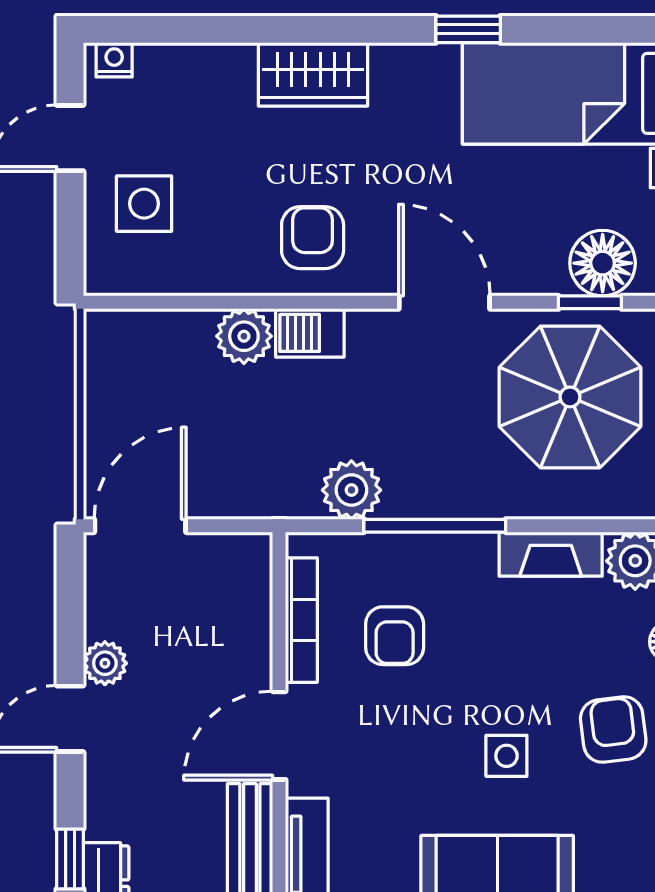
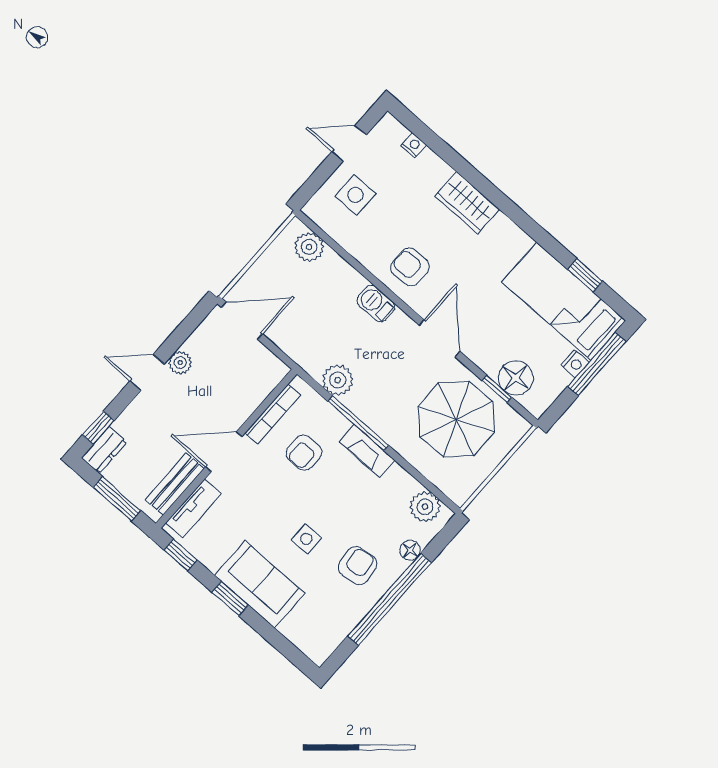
window: (468, 29) -> (585, 275), moved
nightstand: (114, 60) -> (414, 145), moved
armchair: (313, 238) -> (410, 267), turned -90
plant: (244, 336) -> (309, 247), moved
fireplace: (551, 554) -> (367, 451), moved

